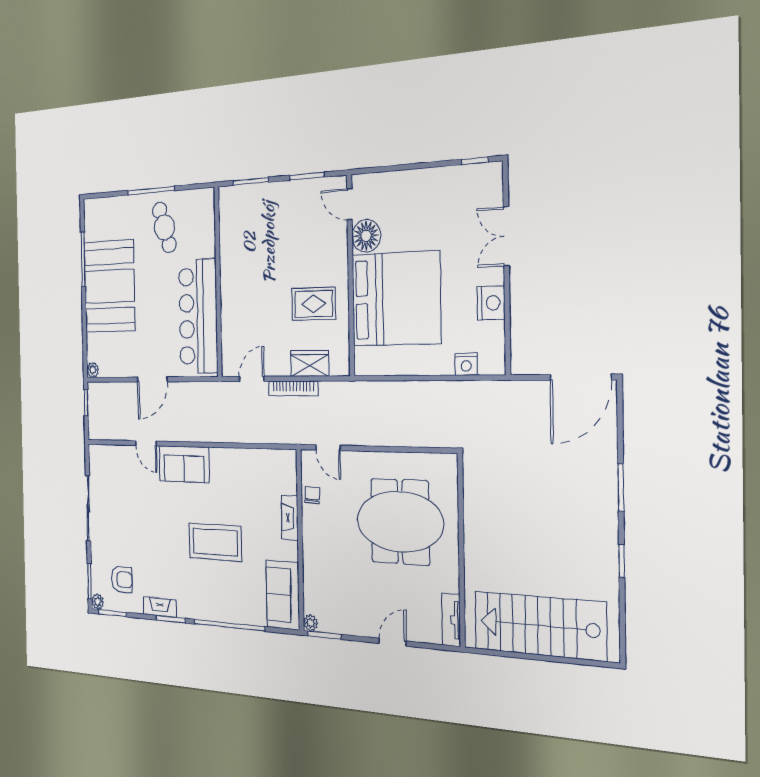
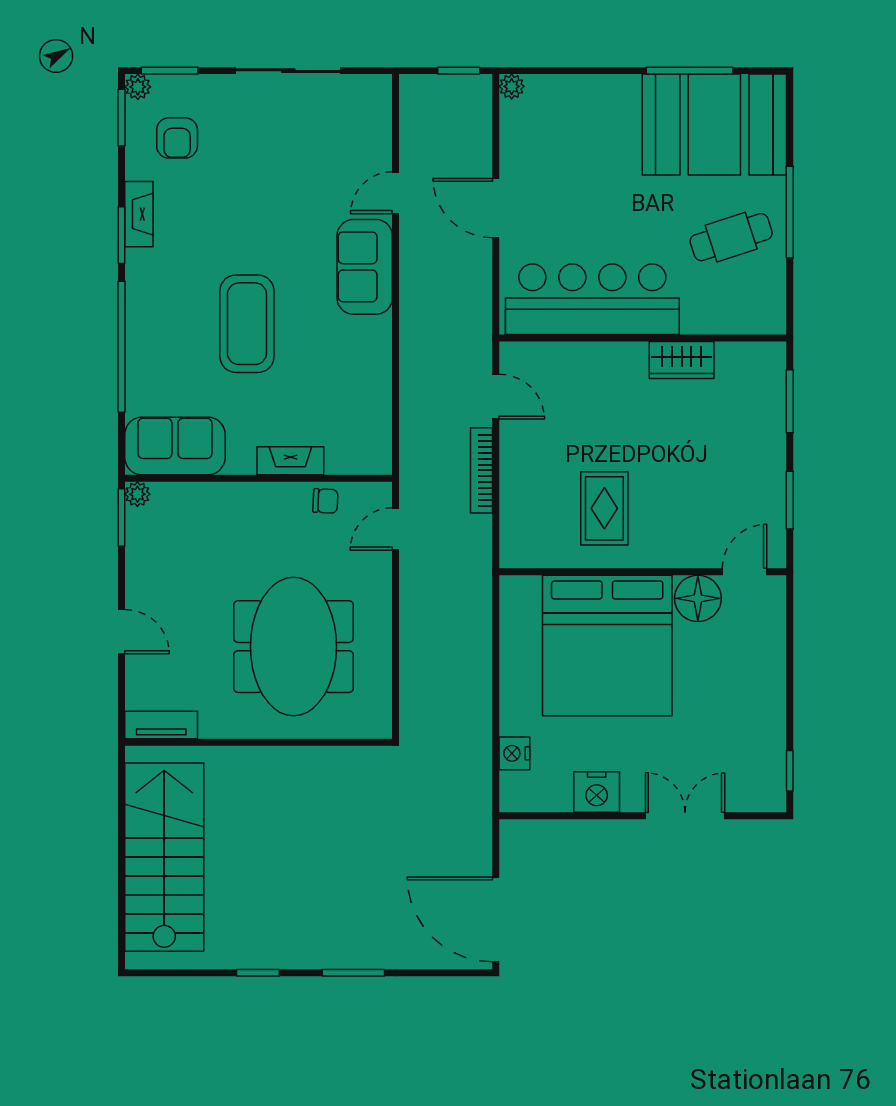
booth: (109, 286) -> (714, 124), moved
wardrobe: (310, 363) -> (682, 360), moved, turned 90

